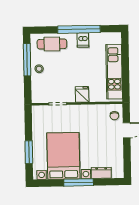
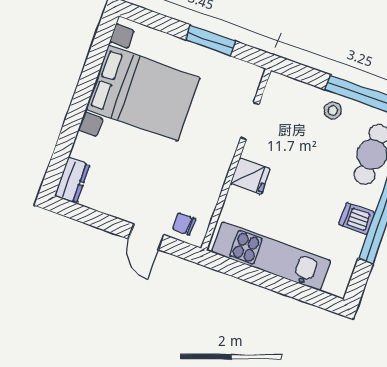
window: (29, 152) -> (210, 40), moved
dresser: (101, 173) -> (72, 180), moved
window: (79, 182) -> (79, 103), removed

